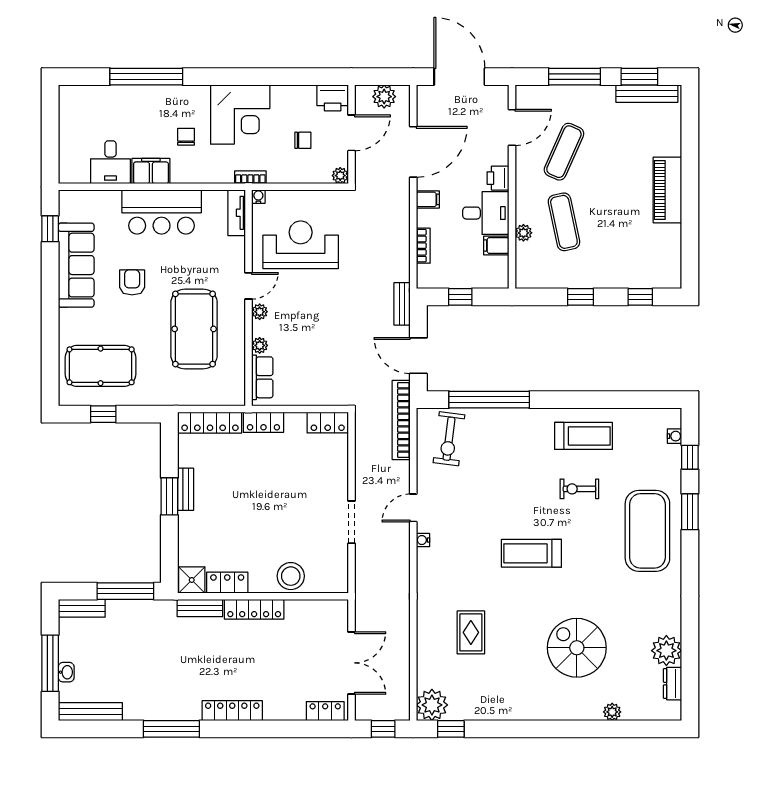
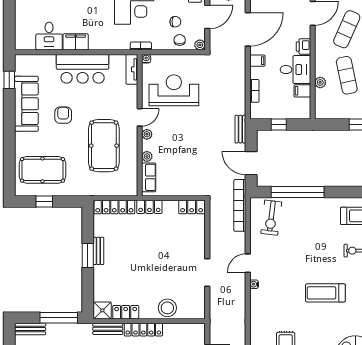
chair: (186, 137) -> (180, 40), moved

